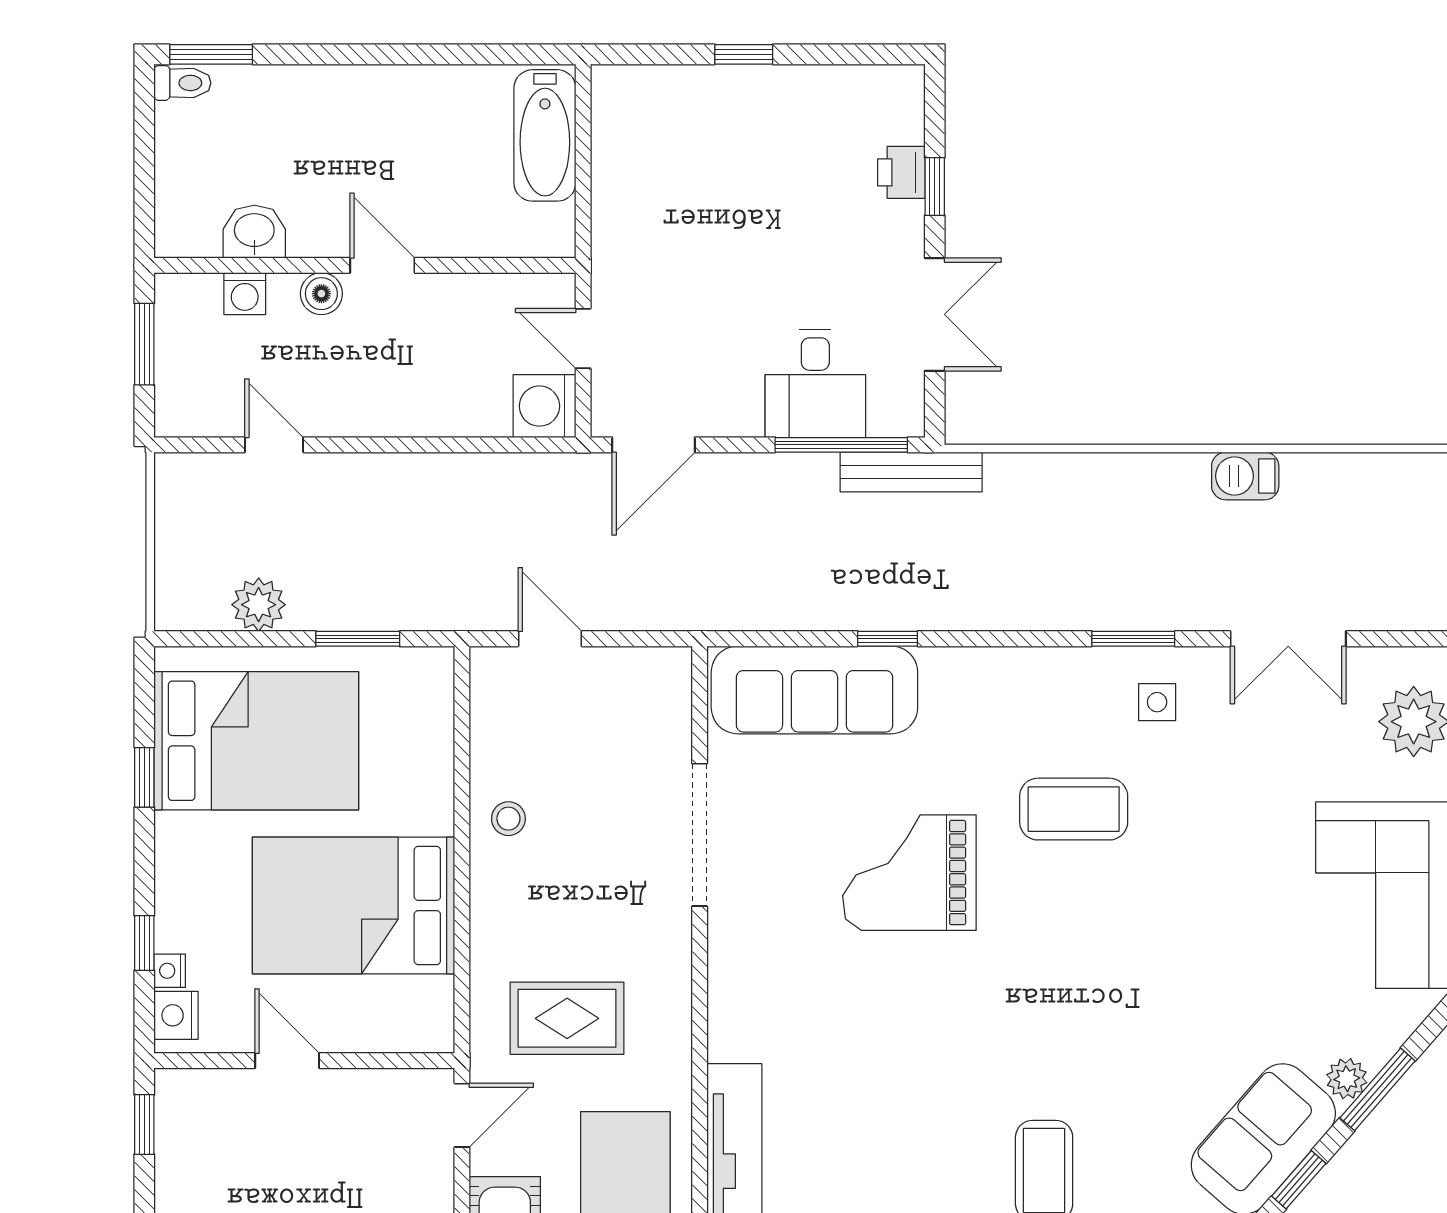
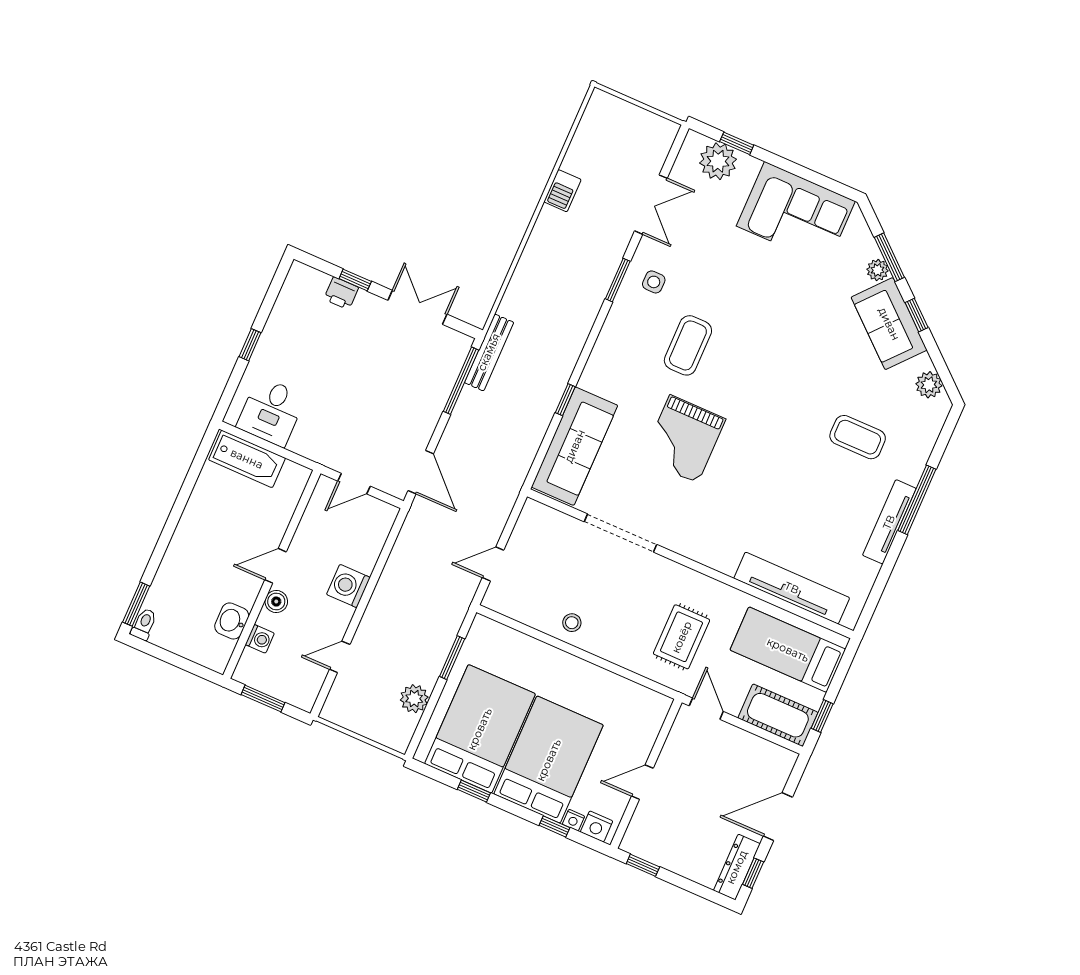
desk: (815, 383) -> (271, 412), moved, turned 90
washing machine: (544, 406) -> (348, 586), moved, turned 90
bed: (353, 905) -> (549, 760), moved, turned 180

